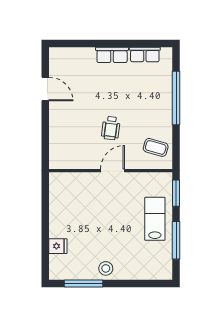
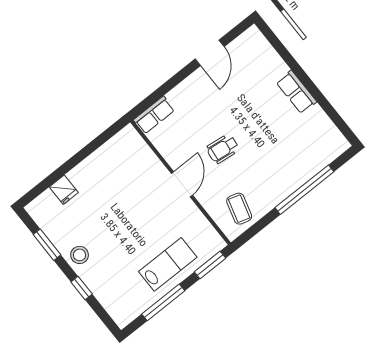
row of seats: (145, 54) -> (154, 115), moved, turned -90
door: (113, 171) -> (182, 184), hinge flipped
window: (83, 283) -> (47, 245), width x0.69
window: (127, 283) -> (82, 288), added

